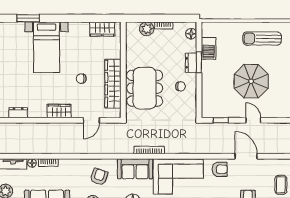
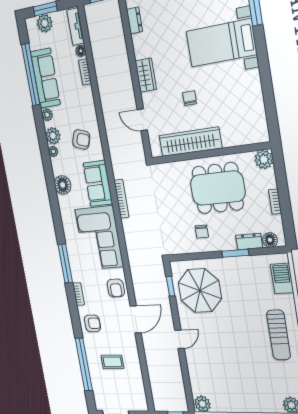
wardrobe: (102, 29) -> (257, 117), removed
plant: (147, 29) -> (264, 159), moved
sun lounger: (262, 38) -> (279, 335), turned 180
barbecue: (209, 48) -> (282, 278), moved, turned 90
dresser: (191, 63) -> (249, 242), moved
parasol: (251, 81) -> (200, 291), moved
dining table: (145, 88) -> (218, 188), moved
door: (253, 120) -> (180, 339), moved

